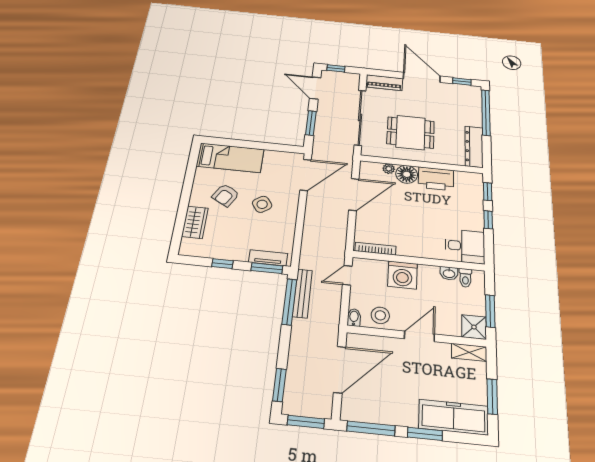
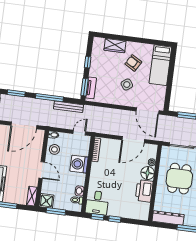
window: (488, 192) -> (98, 217), moved
door: (354, 194) -> (133, 140), hinge flipped
door: (347, 275) -> (79, 133), hinge flipped
window: (289, 302) -> (49, 98), moved
door: (340, 369) -> (24, 125), hinge flipped

